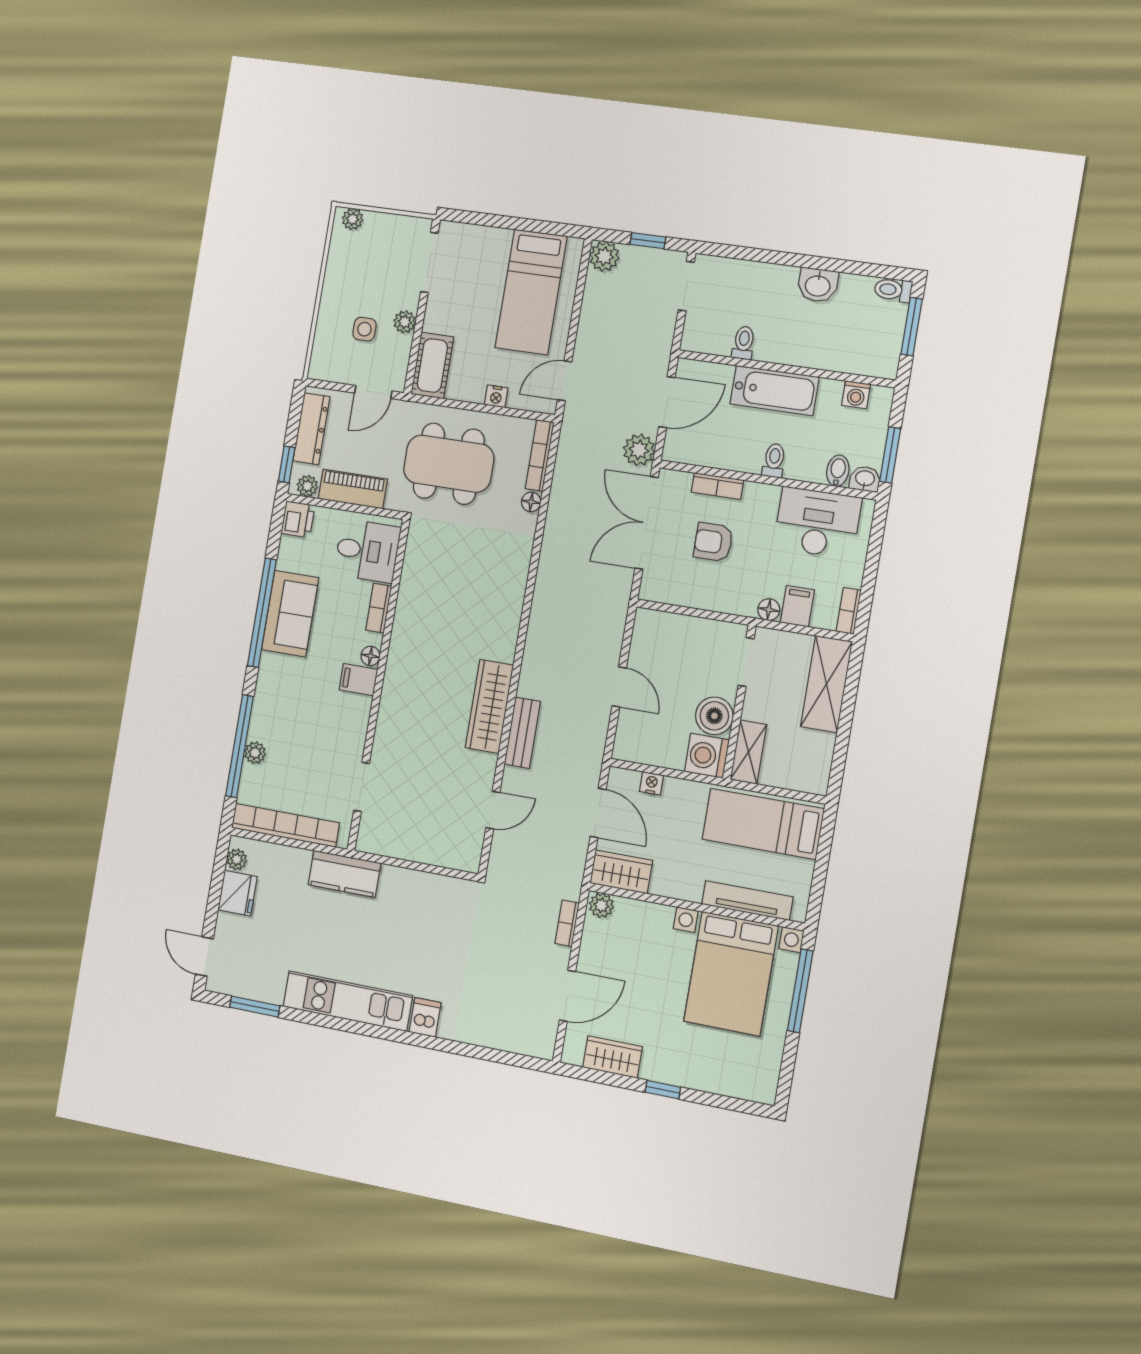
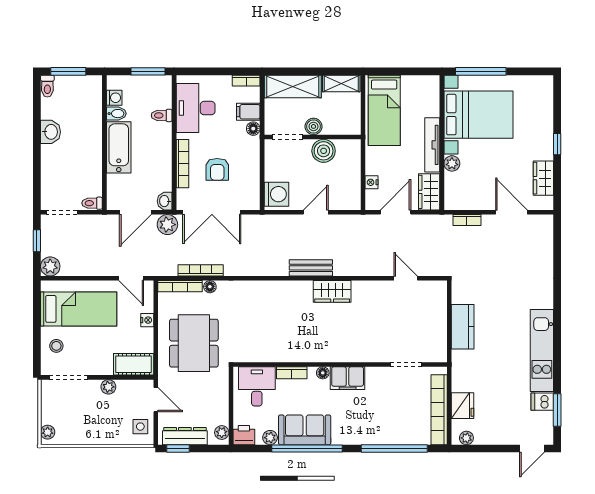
stool: (480, 250) -> (56, 346), added
side table: (364, 329) -> (140, 427), moved
toilet: (744, 343) -> (92, 203), moved
door: (667, 402) -> (135, 212), swing flipped
toilet: (774, 460) -> (162, 115), moved
window: (287, 464) -> (178, 448), moved
bidet: (838, 471) -> (116, 114), moved, turned 180
washbasin: (865, 479) -> (165, 201), moved
bookcase: (717, 486) -> (183, 164), width x1.56
piano: (353, 489) -> (219, 402), removed
bookcase: (559, 491) -> (201, 270), added
filing cabinet: (358, 680) -> (348, 378), width x2.00
wardrobe: (489, 706) -> (332, 291), width x0.67
boiler: (756, 706) -> (314, 126), added
bench: (522, 733) -> (311, 268), moved
shelving: (748, 752) -> (341, 83), moved
plant: (255, 753) -> (270, 438), moved
washing machine: (707, 756) -> (276, 194), moved, turned -90
kitchen counter: (344, 874) -> (463, 327), moved
fridge: (238, 893) -> (463, 406), moved, turned 90
tv unit: (747, 901) -> (432, 145), moved
plant: (601, 905) -> (452, 163), moved
dishwasher: (425, 1017) -> (542, 402), moved

